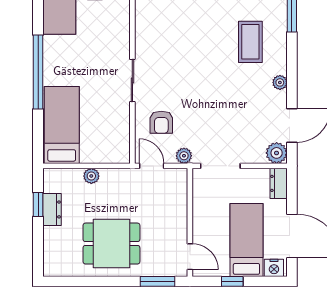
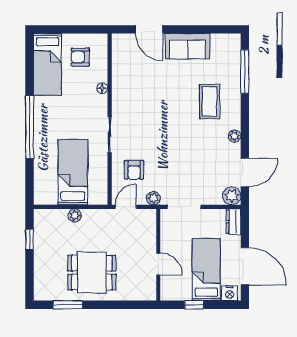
floor lamp: (124, 26) -> (102, 88), added
bed: (62, 125) -> (73, 172), moved
door: (152, 166) -> (126, 207), hinge flipped
dresser: (52, 209) -> (41, 244), removed
door: (190, 257) -> (158, 264), moved
window: (158, 281) -> (68, 305), moved

